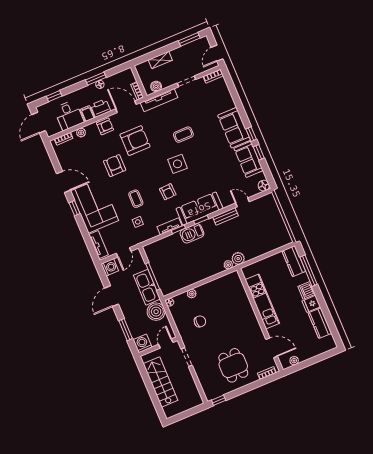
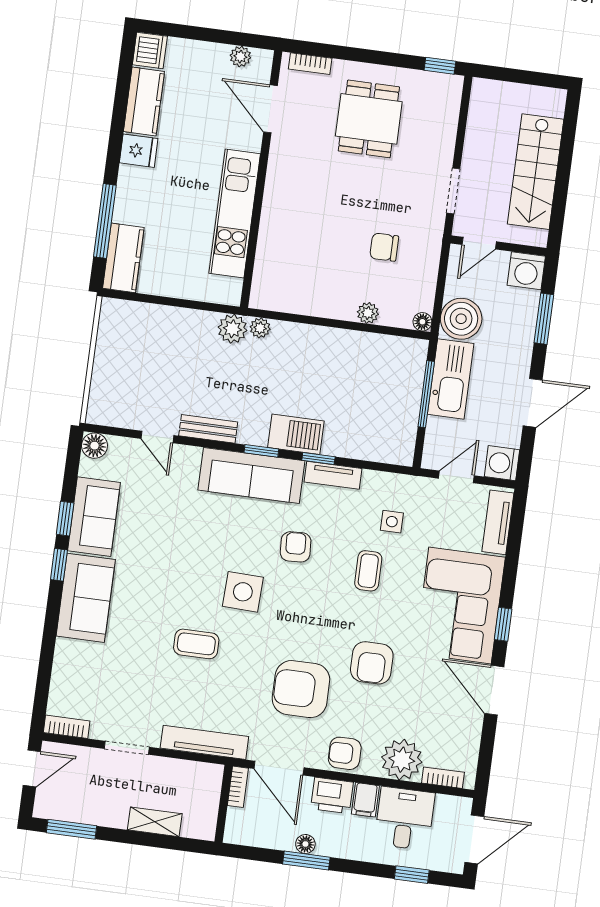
boiler: (156, 86) -> (194, 773), removed
plant: (81, 133) -> (402, 760), width x1.87, depth x1.87
dishwasher: (307, 290) -> (150, 51), moved

